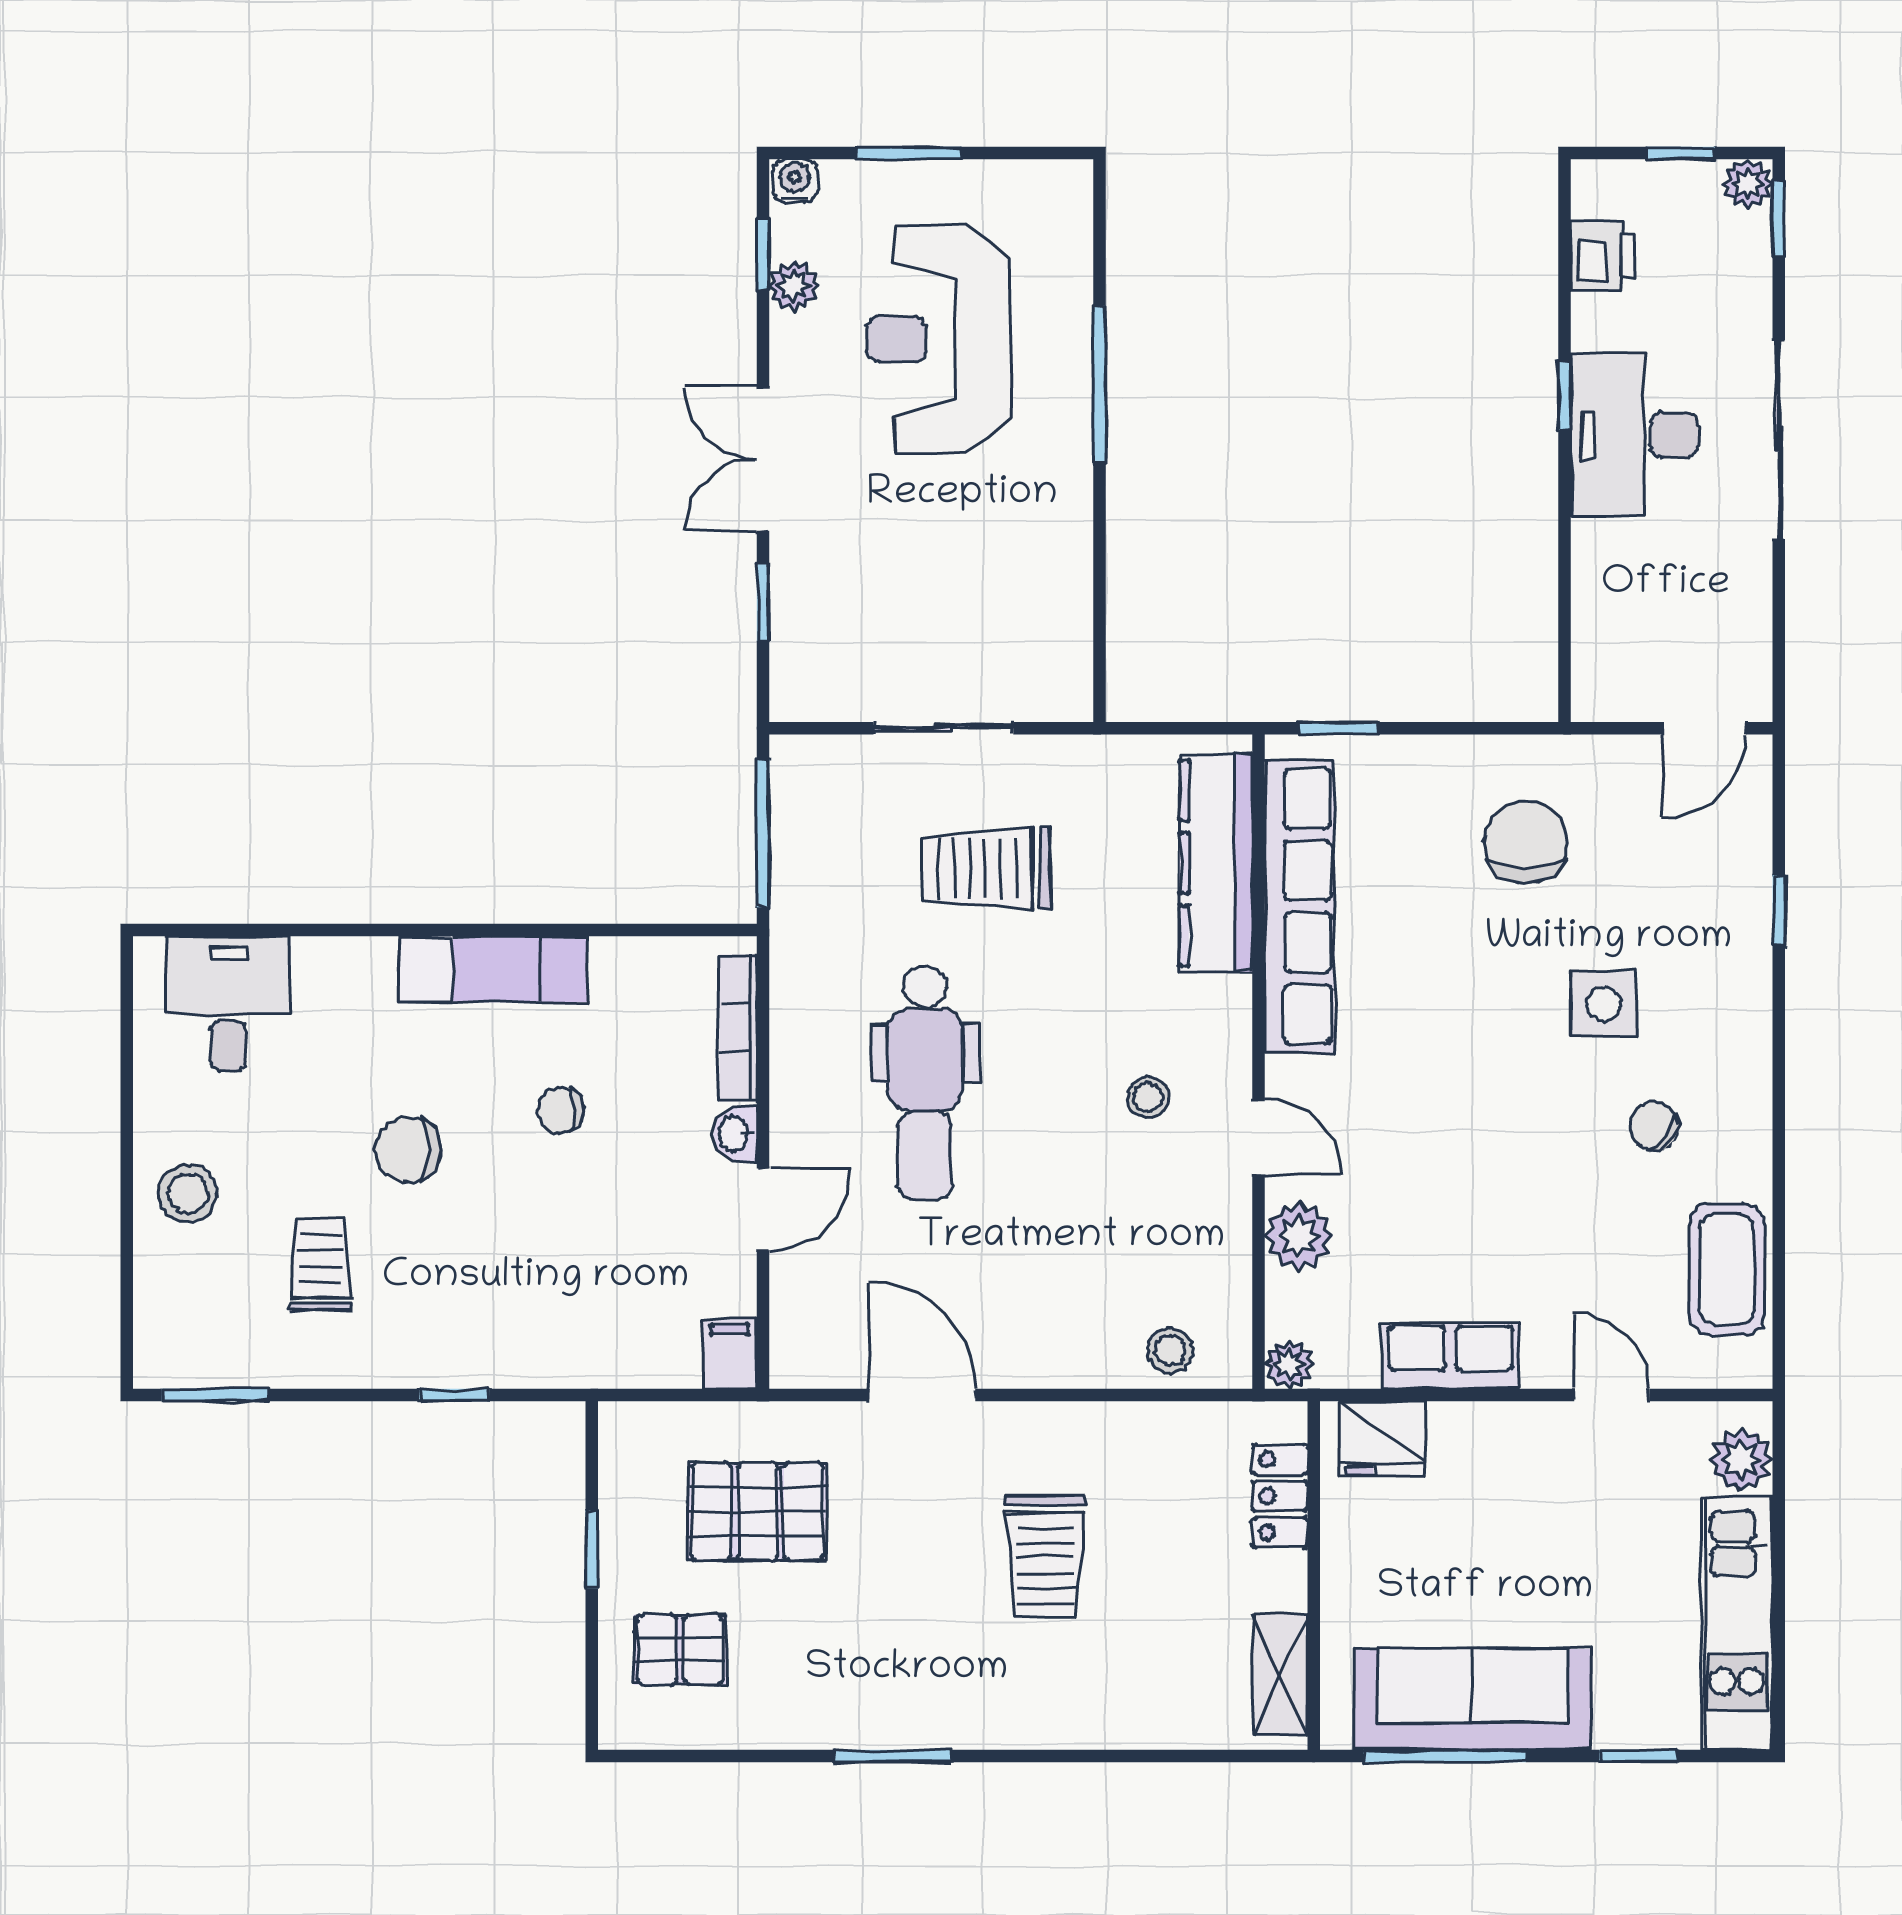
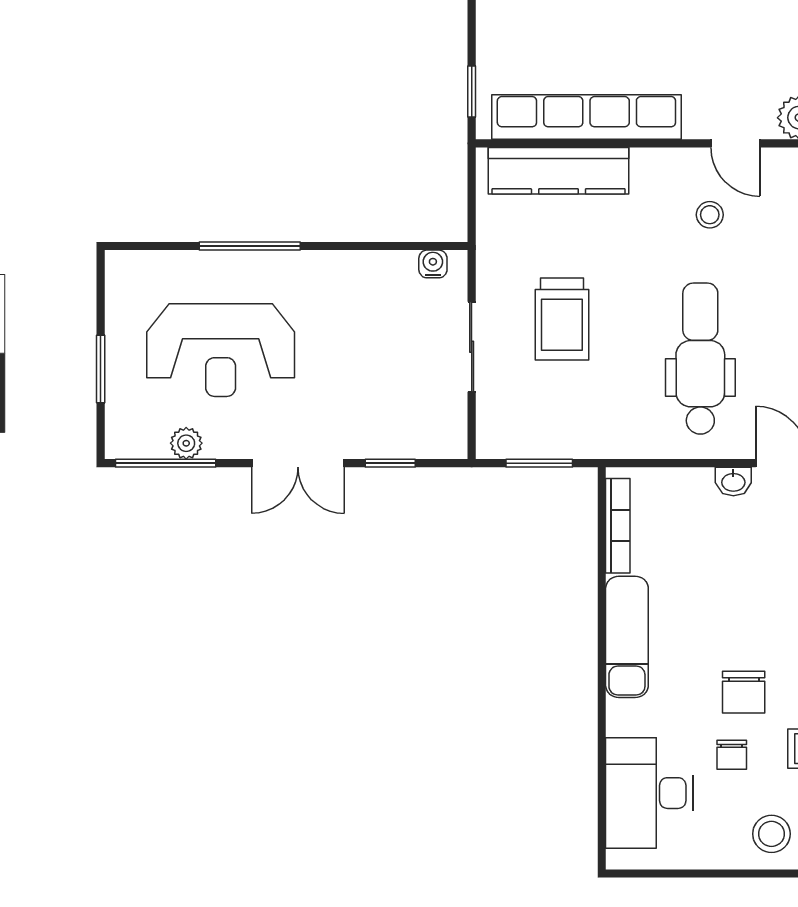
water cooler: (795, 181) -> (433, 264), moved, turned 90
window: (763, 254) -> (166, 463), width x2.17
window: (763, 833) -> (539, 463), width x0.69
desk: (228, 1004) -> (649, 793), width x1.37
bookcase: (738, 1028) -> (618, 526), moved, turned -90
dental chair: (925, 1083) -> (700, 359), turned -90
chair: (561, 1111) -> (732, 755), moved
door: (1259, 1137) -> (735, 143), swing flipped

